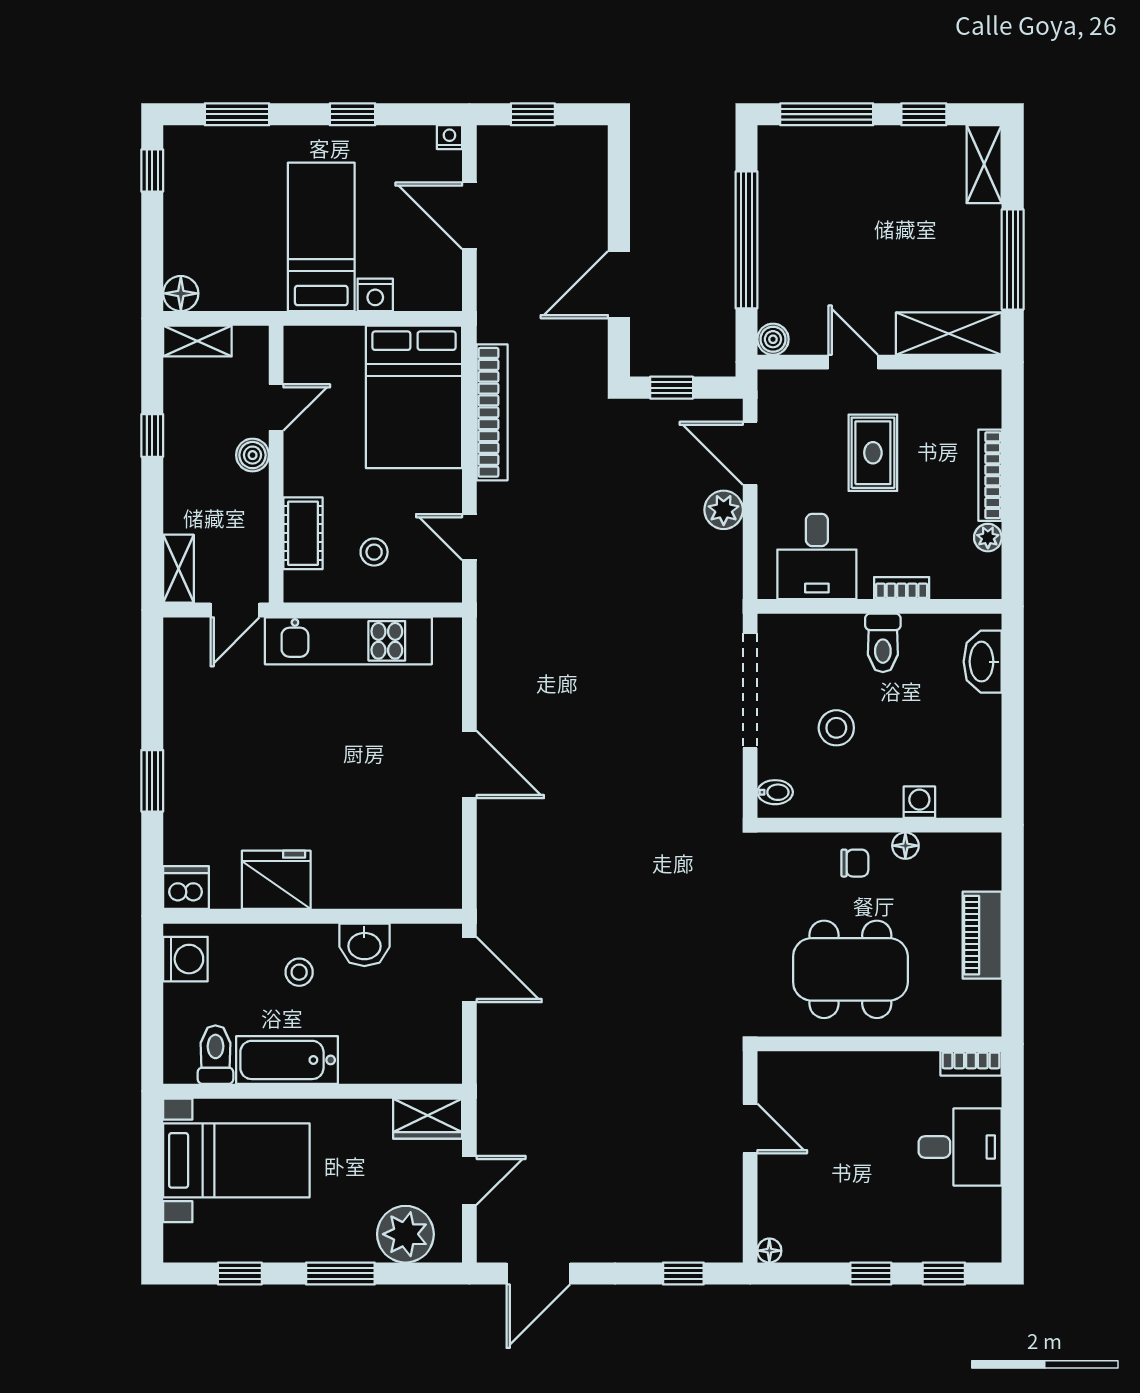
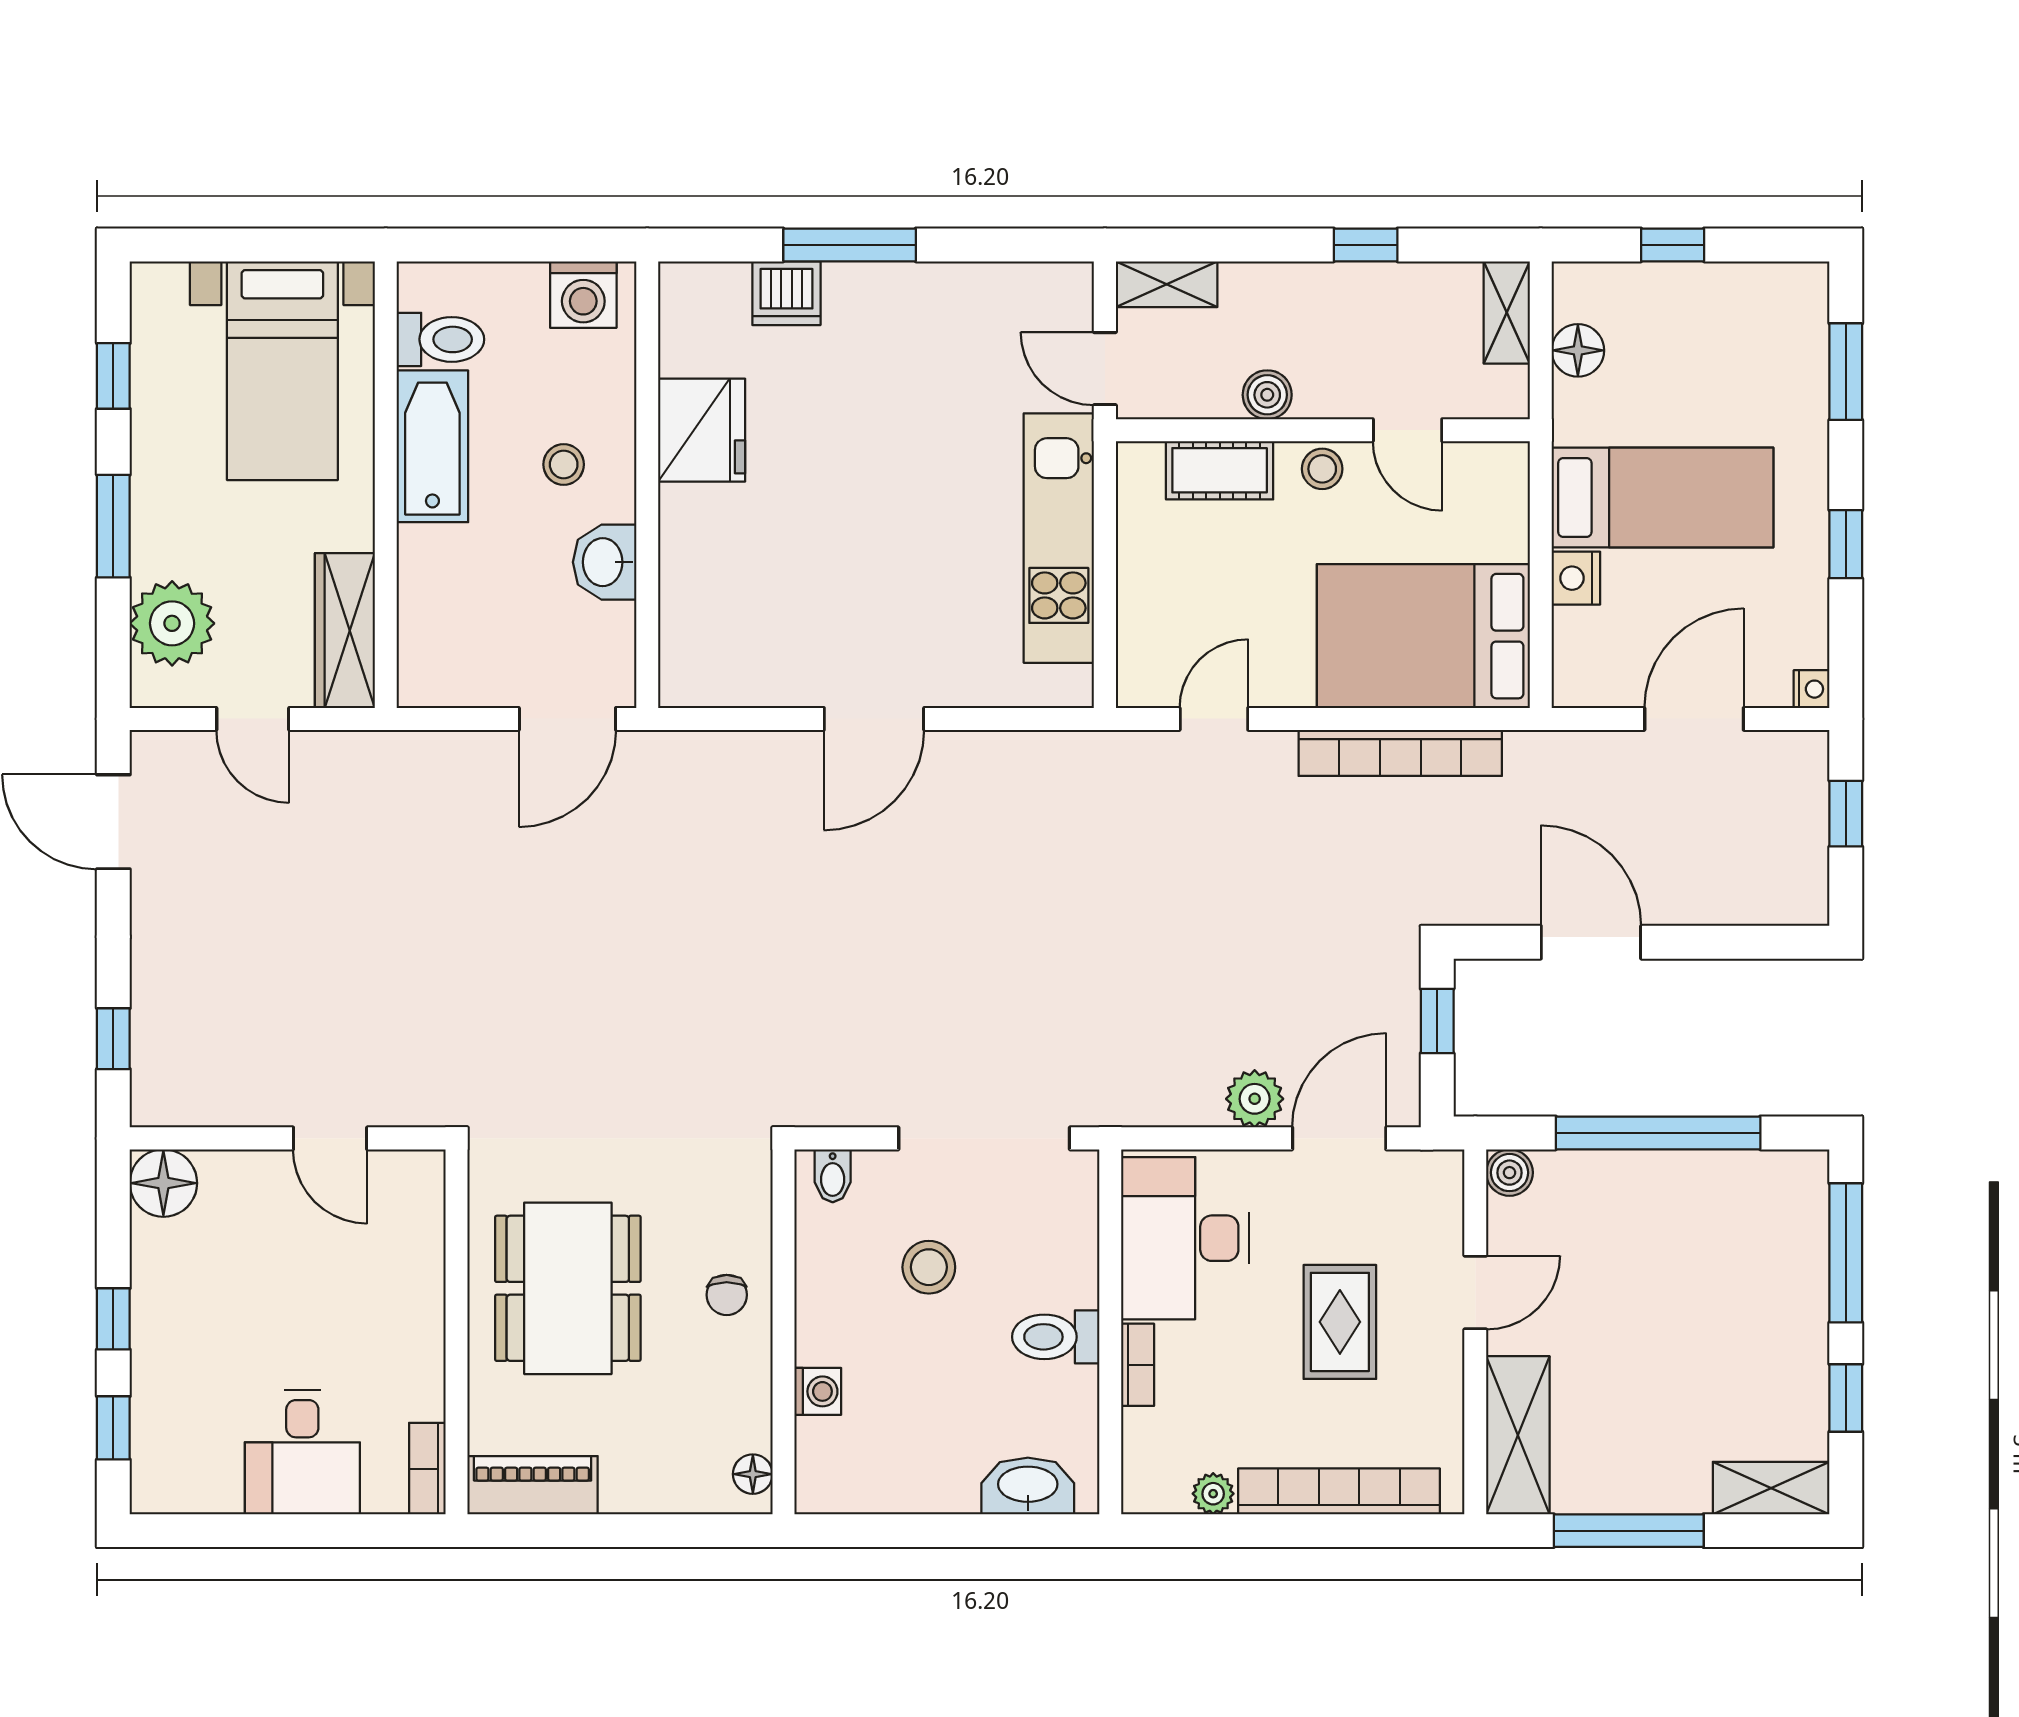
window: (152, 171) -> (1673, 245), moved
floor lamp: (181, 293) -> (1578, 350), moved
rug: (873, 453) -> (1340, 1322), turned 90
boiler: (253, 455) -> (1267, 395), moved
bookcase: (990, 475) -> (1339, 1491), width x1.48, depth x1.31
stool: (374, 552) -> (1322, 469), moved
desk: (817, 556) -> (1185, 1238), width x1.37
window: (152, 781) -> (850, 245), width x1.44
floor lamp: (905, 846) -> (753, 1474), moved
dishwasher: (186, 888) -> (786, 293), moved, turned 90
piano: (982, 935) -> (533, 1485), moved
wardrobe: (428, 1119) -> (345, 631), width x1.50
door: (750, 1128) -> (330, 1138), hinge flipped
floor lamp: (769, 1251) -> (163, 1183), width x1.89, depth x1.89

